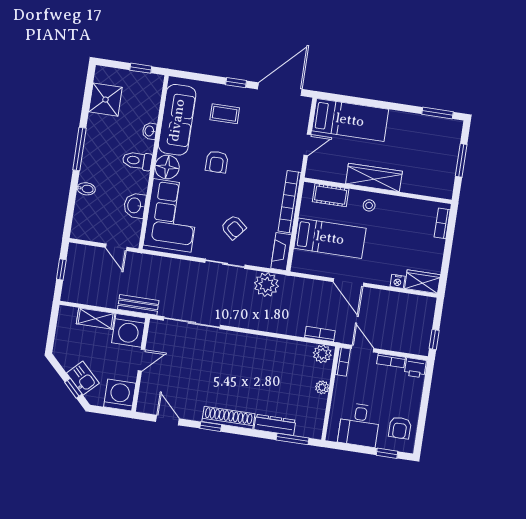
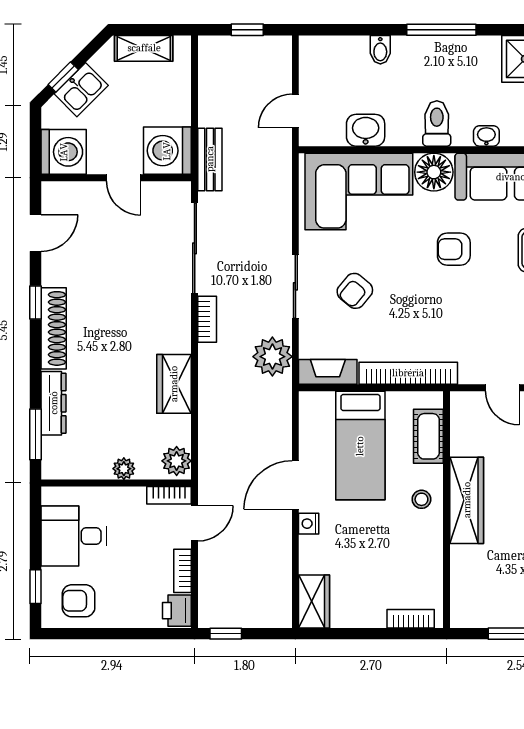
nightstand: (398, 281) -> (309, 524), moved
shelving: (96, 319) -> (144, 48), moved, turned 90
bookcase: (320, 334) -> (207, 319), moved
wardrobe: (274, 348) -> (174, 384), added

